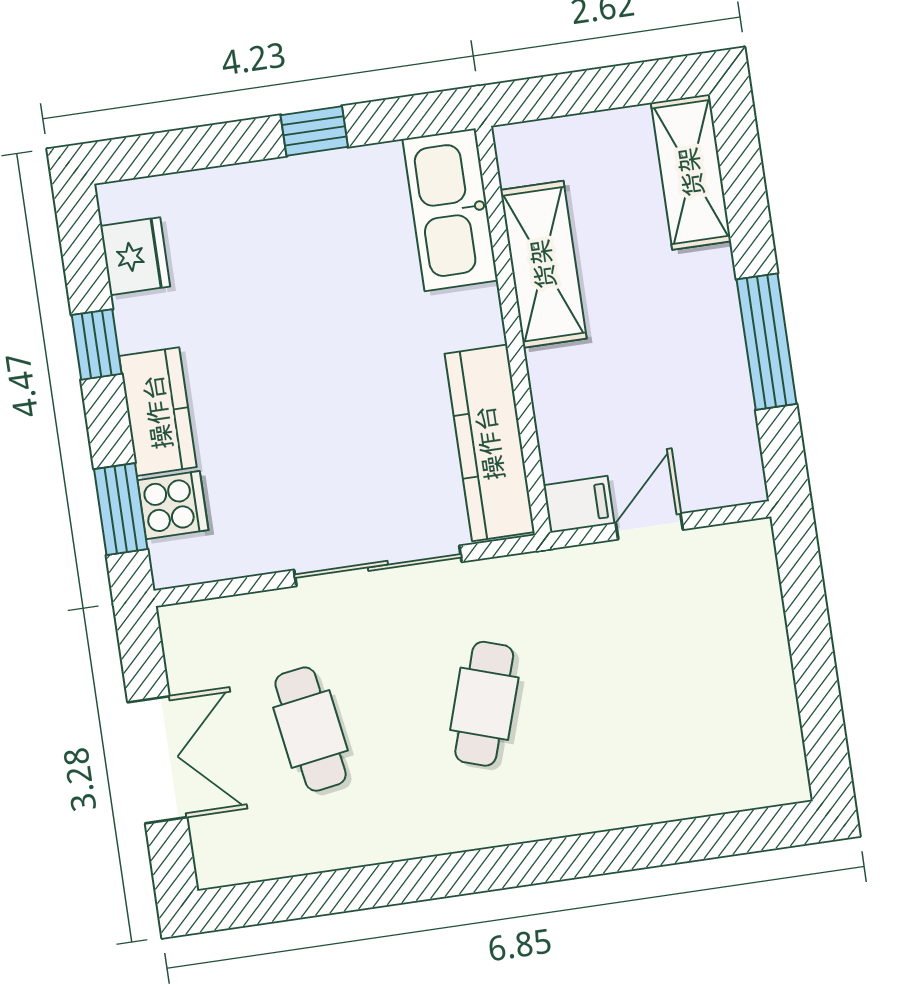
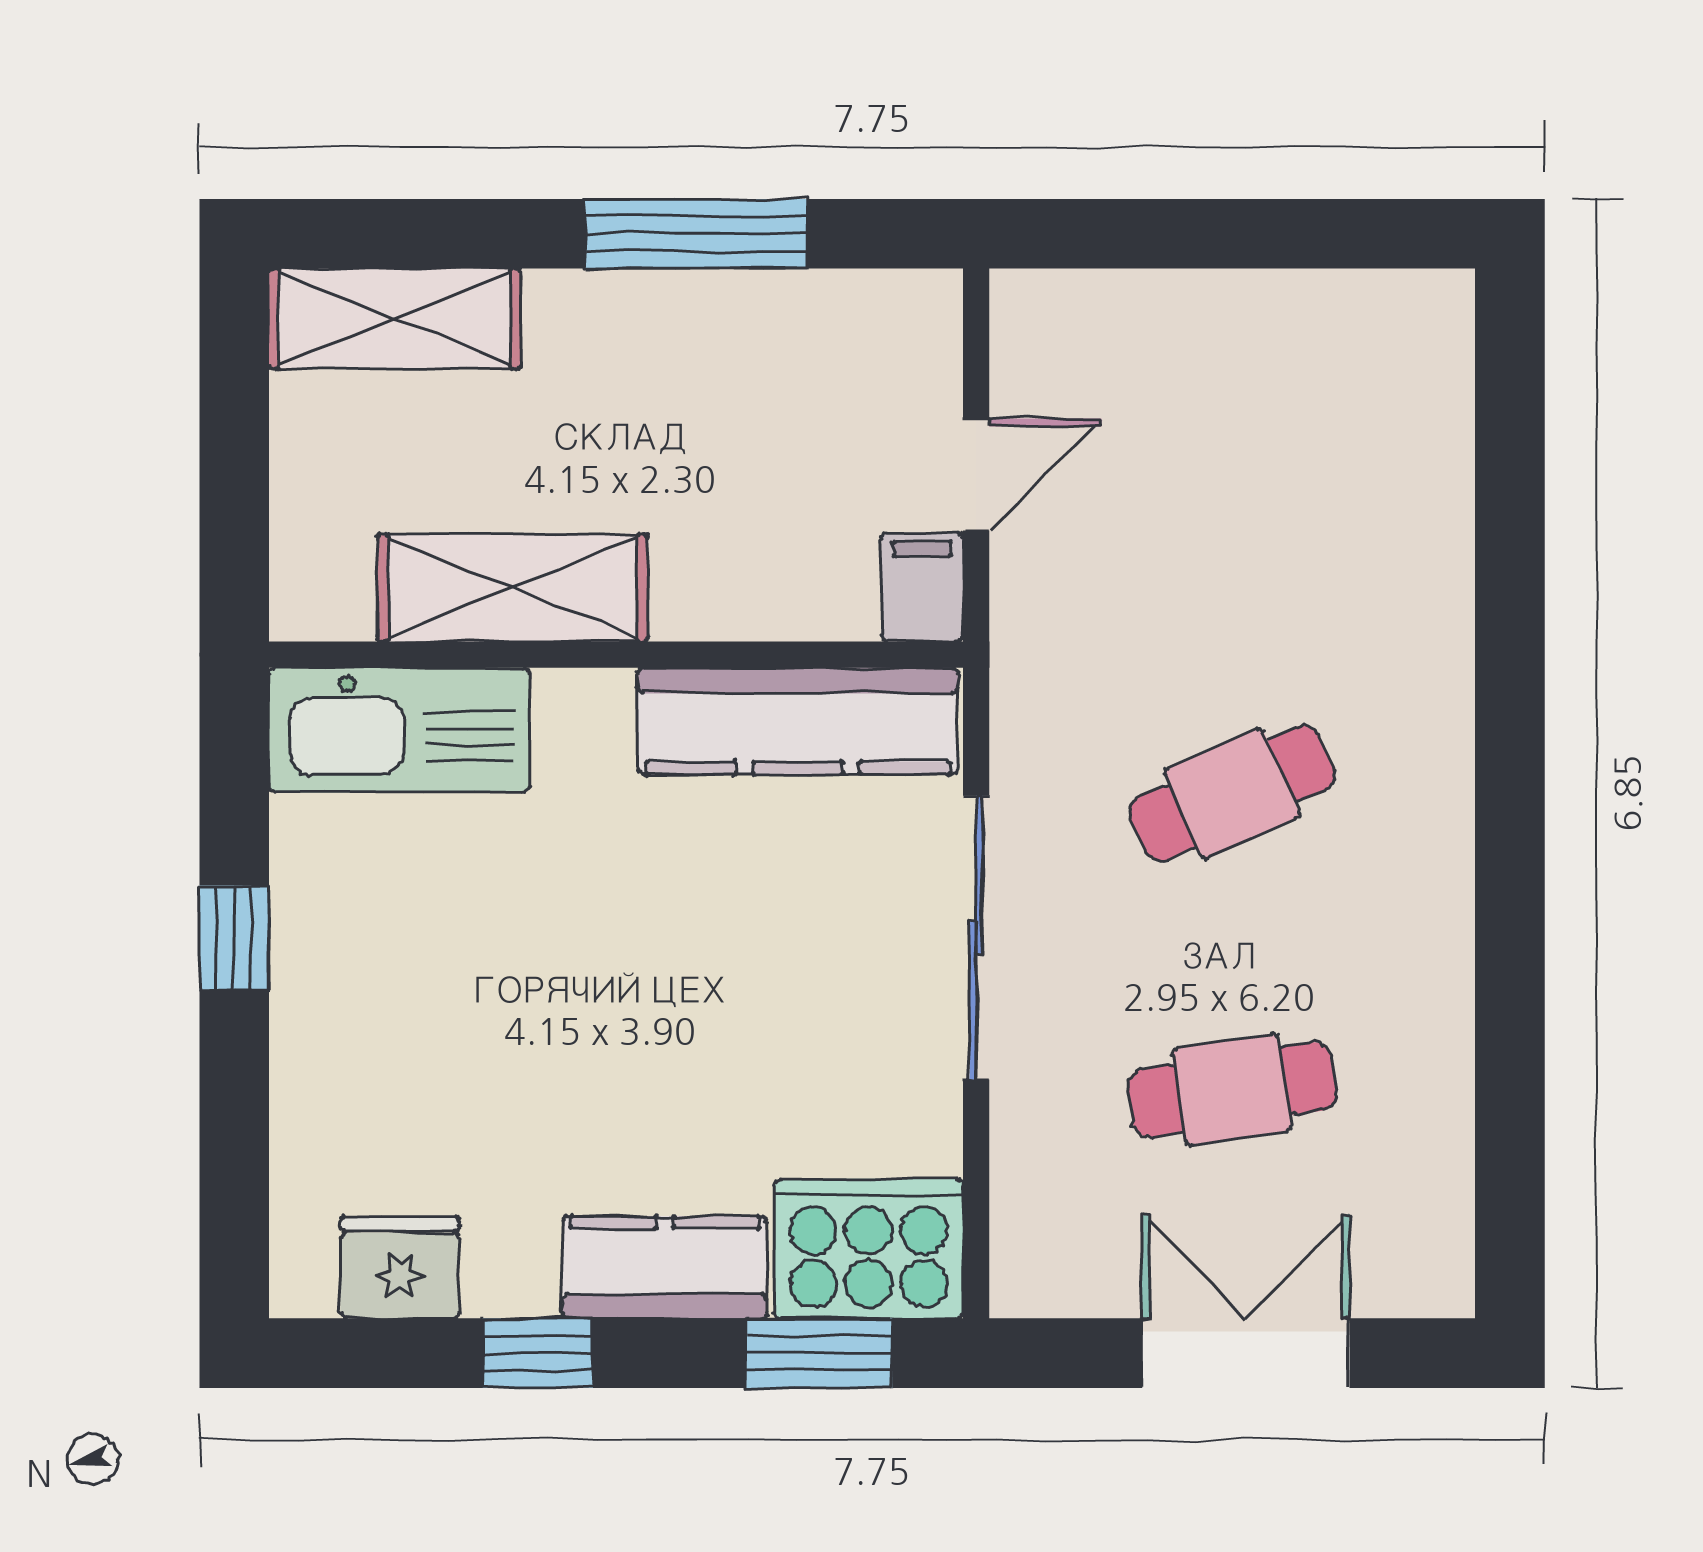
cooker: (173, 505) -> (869, 1249), width x1.87, depth x1.31
door: (649, 526) -> (976, 475), swing flipped
cafe table: (484, 704) -> (1232, 793), turned -42

